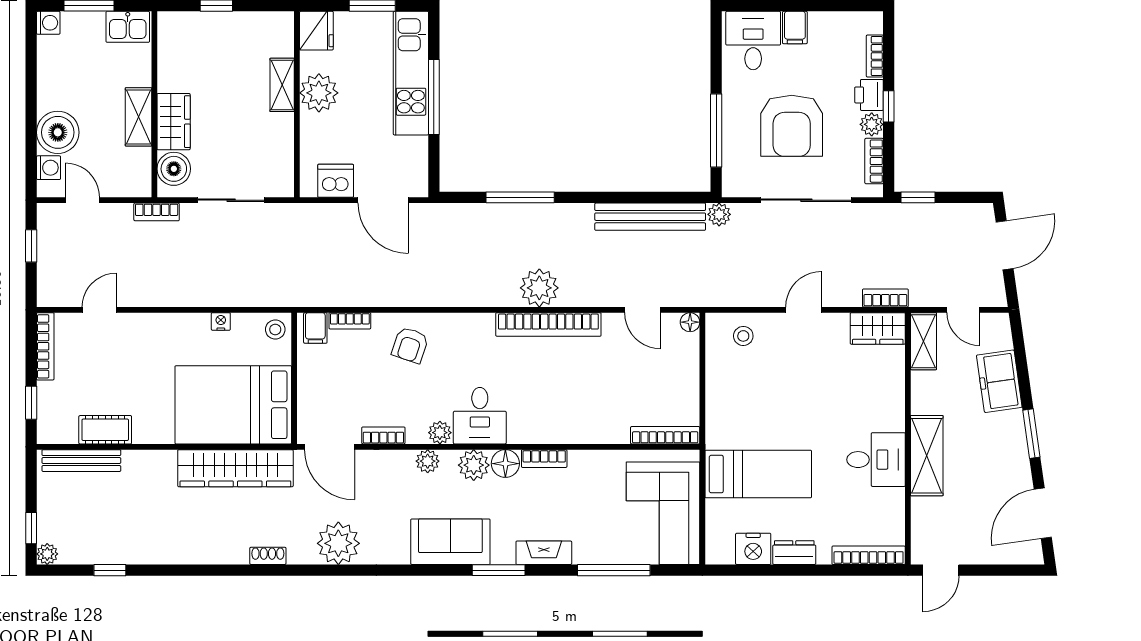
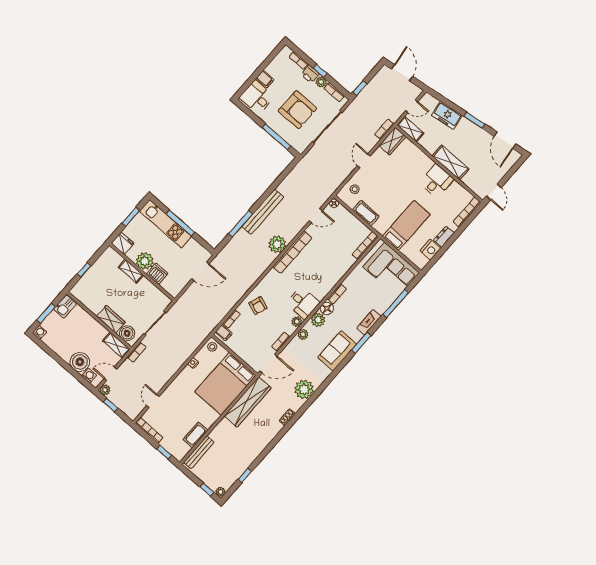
shelving: (139, 117) -> (116, 345), moved
dishwasher: (336, 181) -> (157, 274), moved, turned 90
plant: (719, 214) -> (105, 390), moved
bench: (650, 217) -> (263, 212), moved
cot: (720, 389) -> (366, 213), added

